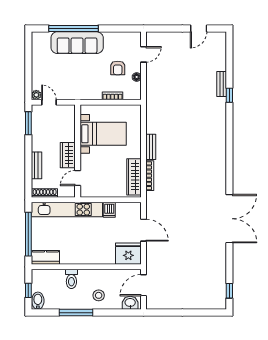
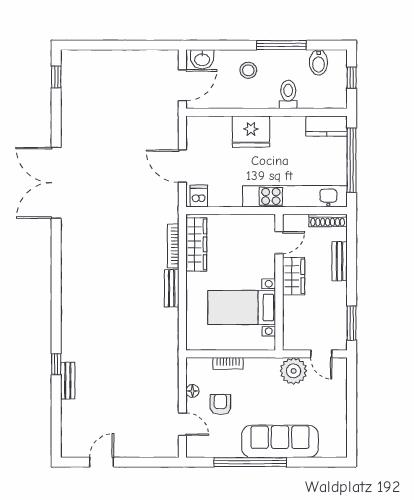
window: (74, 29) -> (250, 462), moved
door: (143, 54) -> (182, 424), swing flipped
plant: (36, 95) -> (294, 371), moved, width x1.87, depth x1.87
dishwasher: (109, 210) -> (199, 196), moved
fridge: (128, 254) -> (251, 132), moved
bidet: (38, 301) -> (318, 62), moved

